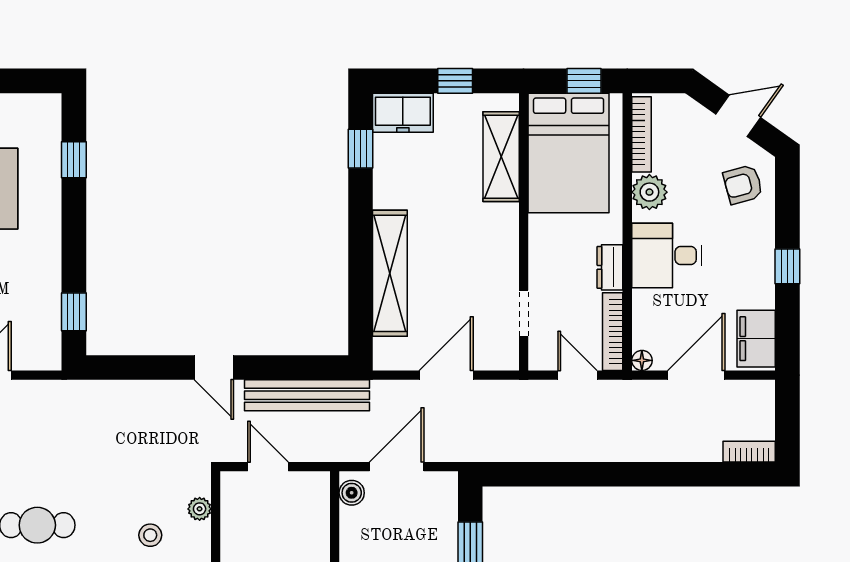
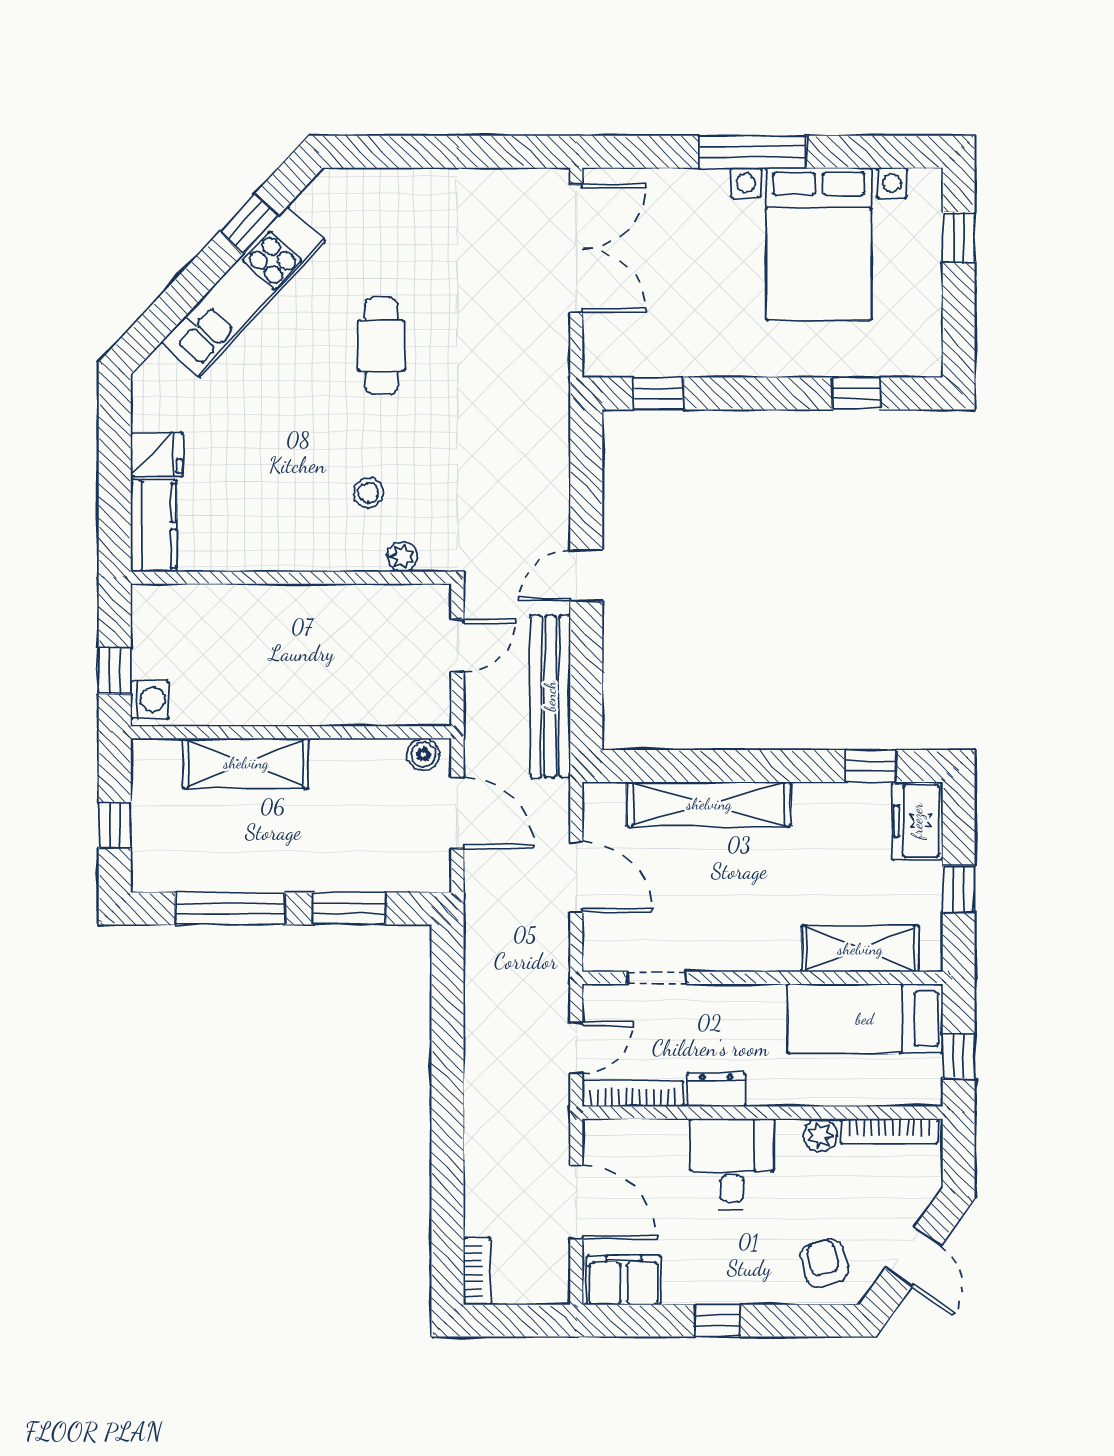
bed: (569, 153) -> (865, 1019), width x0.67
plant: (649, 192) -> (820, 1135), width x0.73, depth x0.73
floor lamp: (642, 360) -> (595, 1132), removed

